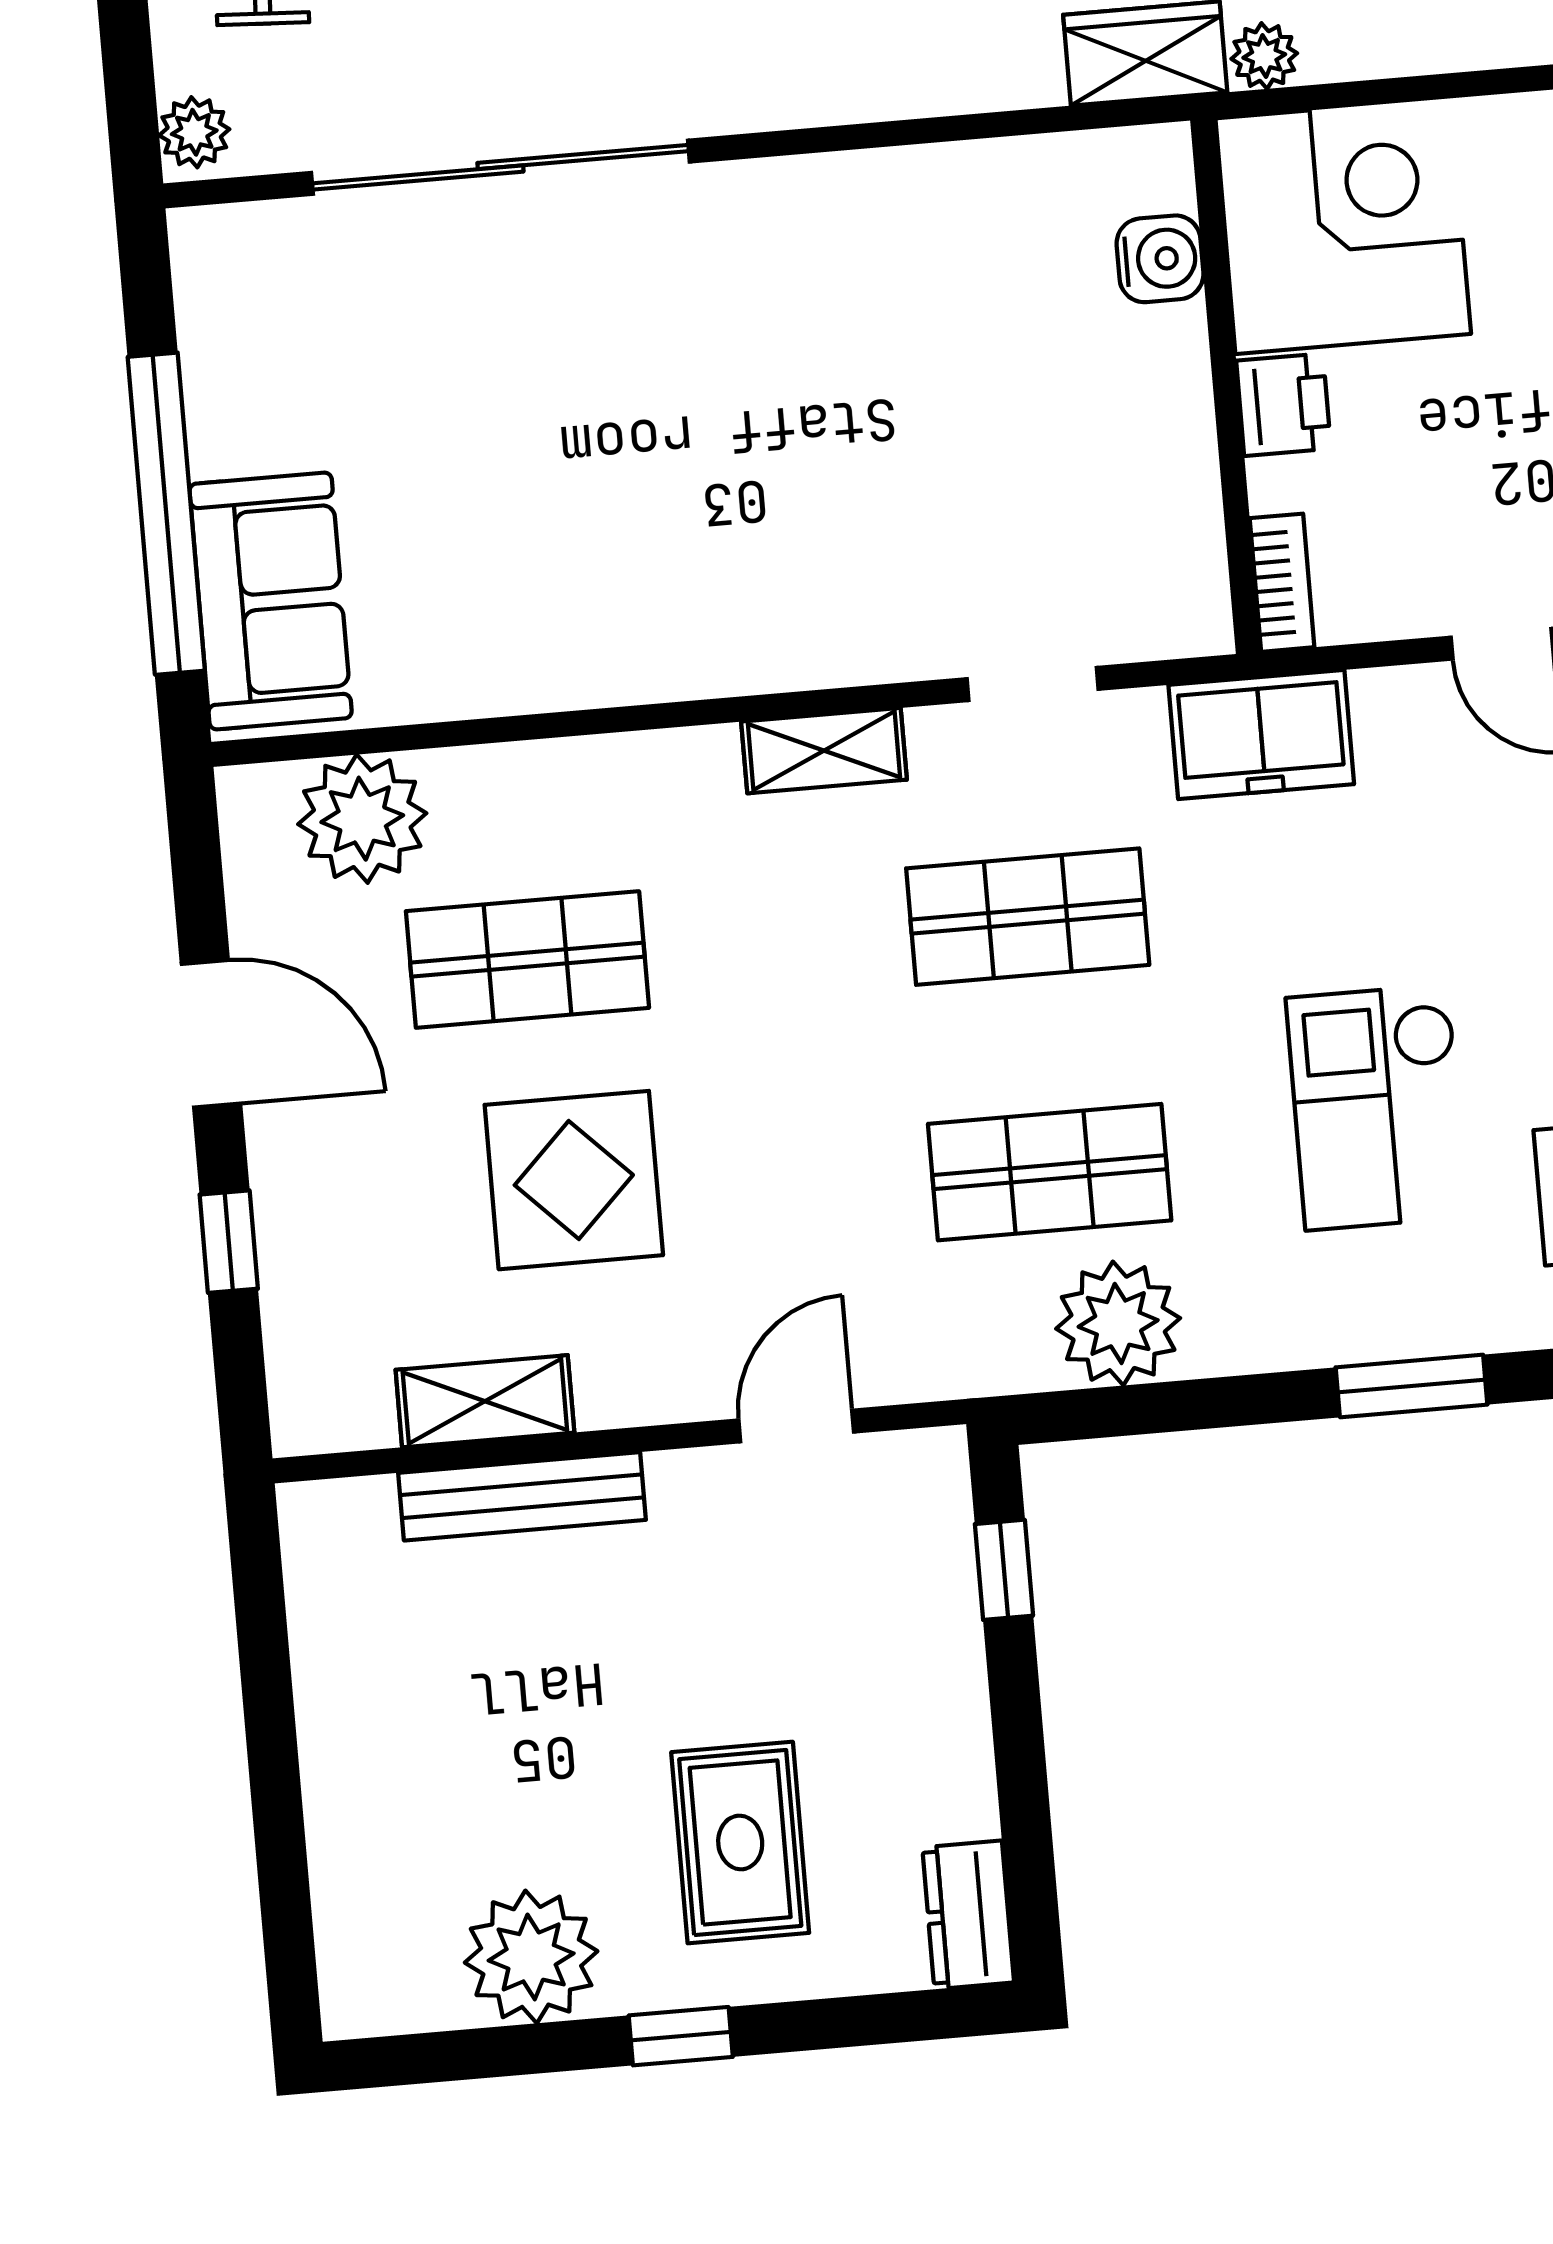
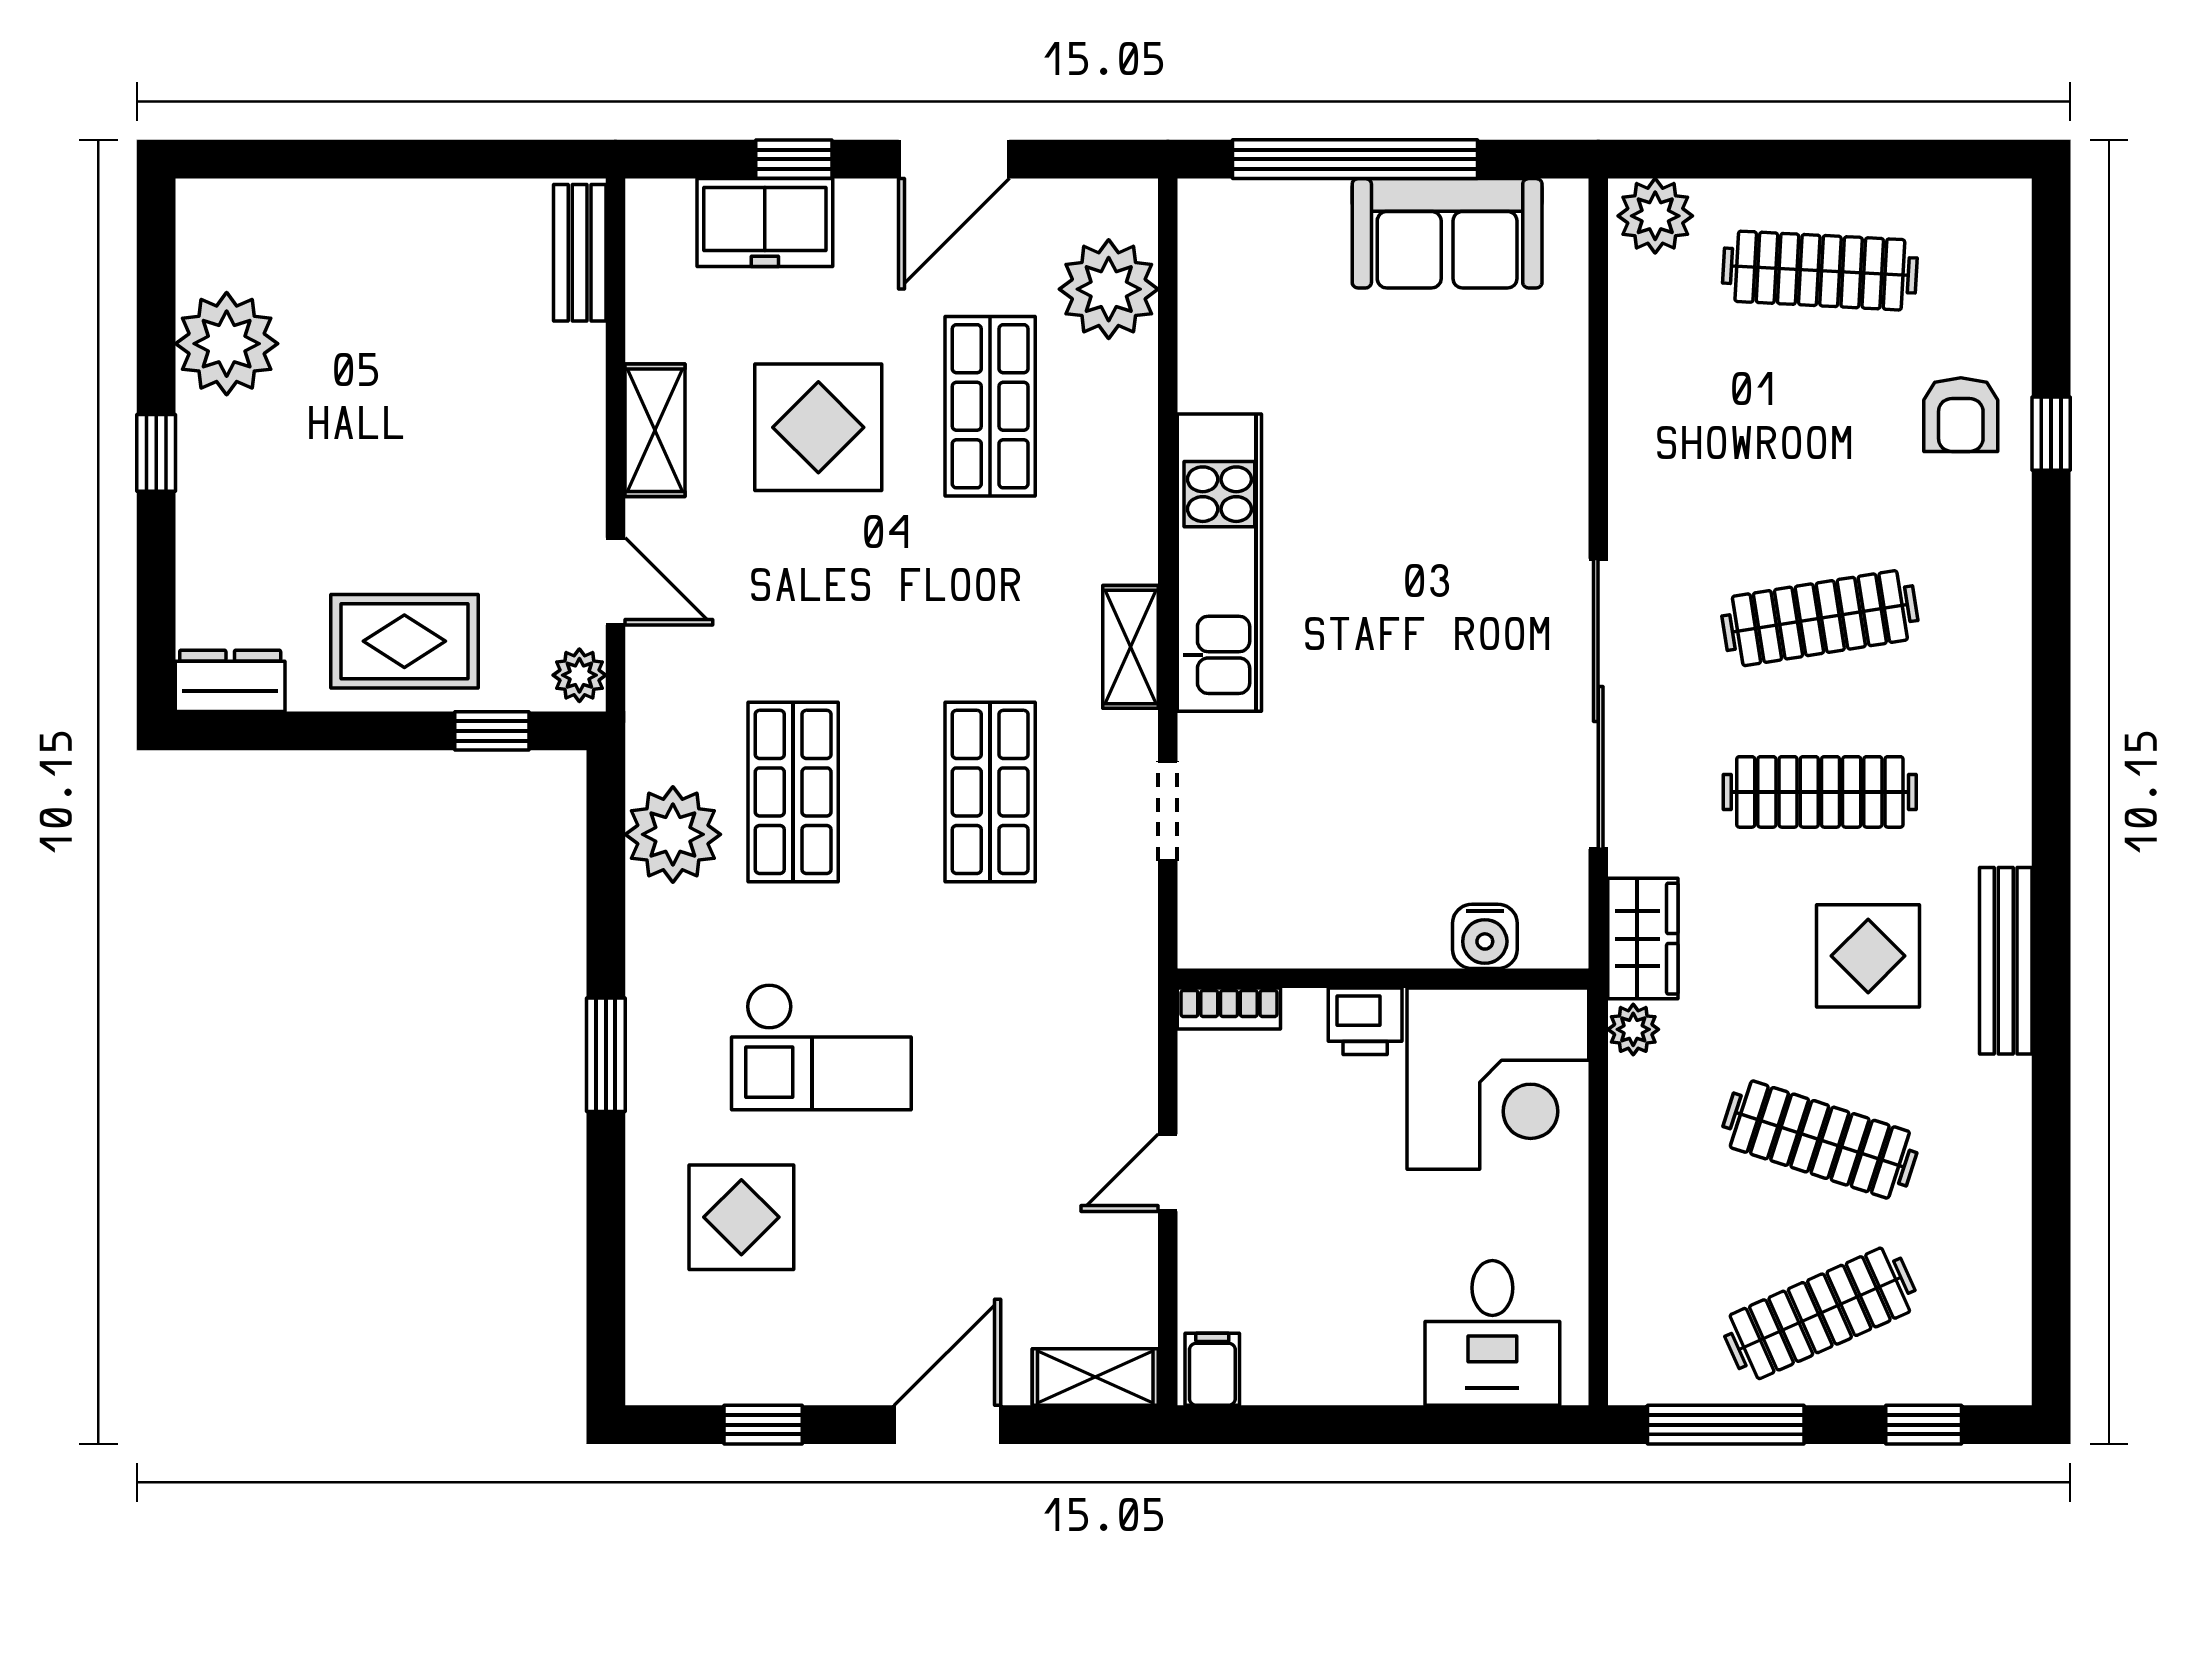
plant: (194, 132) -> (1655, 216), width x1.38, depth x1.38
sliding door: (500, 167) -> (1598, 704), moved
sofa: (271, 601) -> (1447, 233), moved
kitchen unit: (705, 645) -> (1219, 563), added
freezer: (1261, 735) -> (765, 223), moved, turned -90
checkout: (1377, 1107) -> (821, 1047), turned 180
shelving: (485, 1401) -> (655, 430), moved
plant: (922, 1462) -> (579, 675), added
bench: (522, 1496) -> (580, 253), moved, width x0.73
rug: (740, 1842) -> (404, 641), moved

